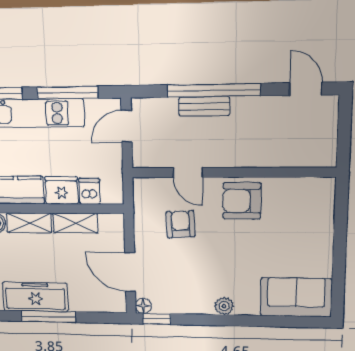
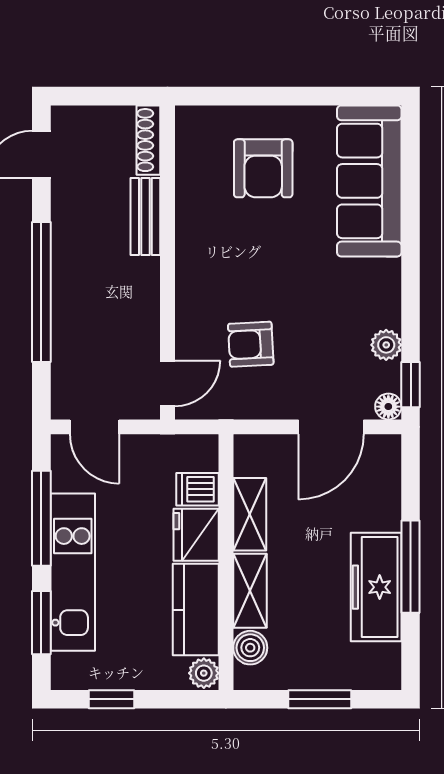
bench: (204, 106) -> (145, 216), moved
shoe rack: (314, 160) -> (148, 140), added
door: (188, 172) -> (167, 383), moved
armchair: (242, 201) -> (263, 168), moved
sofa: (296, 297) -> (369, 181), width x1.36
plant: (224, 306) -> (386, 345), moved

